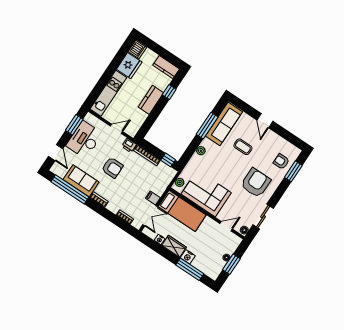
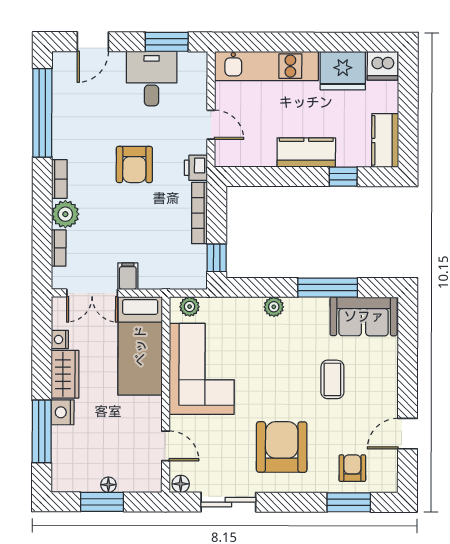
door: (265, 121) -> (407, 434), moved
sofa: (224, 124) -> (364, 316), width x0.73
desk: (84, 140) -> (152, 78), width x0.73
sofa: (81, 181) -> (72, 123), removed
armchair: (256, 183) -> (282, 447), turned -90
plant: (114, 206) -> (65, 214), added

